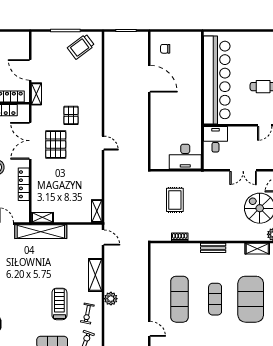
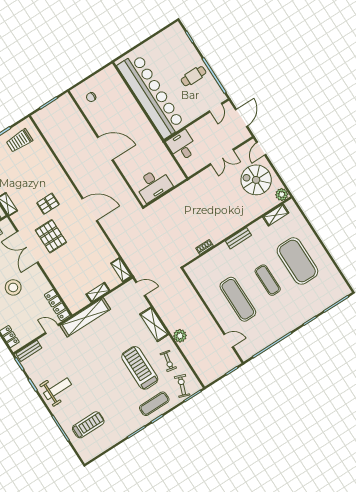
trolley: (81, 47) -> (19, 141), turned 37
door: (149, 79) -> (105, 149), moved
pallet: (71, 115) -> (48, 204), turned 90
door: (103, 143) -> (90, 210), width x1.87
desk: (185, 157) -> (153, 185), moved
locker: (24, 184) -> (57, 305), moved
rug: (175, 200) -> (181, 219), removed
shelving: (42, 217) -> (98, 292), moved
treadmill: (59, 304) -> (140, 368), width x1.37, depth x1.38

